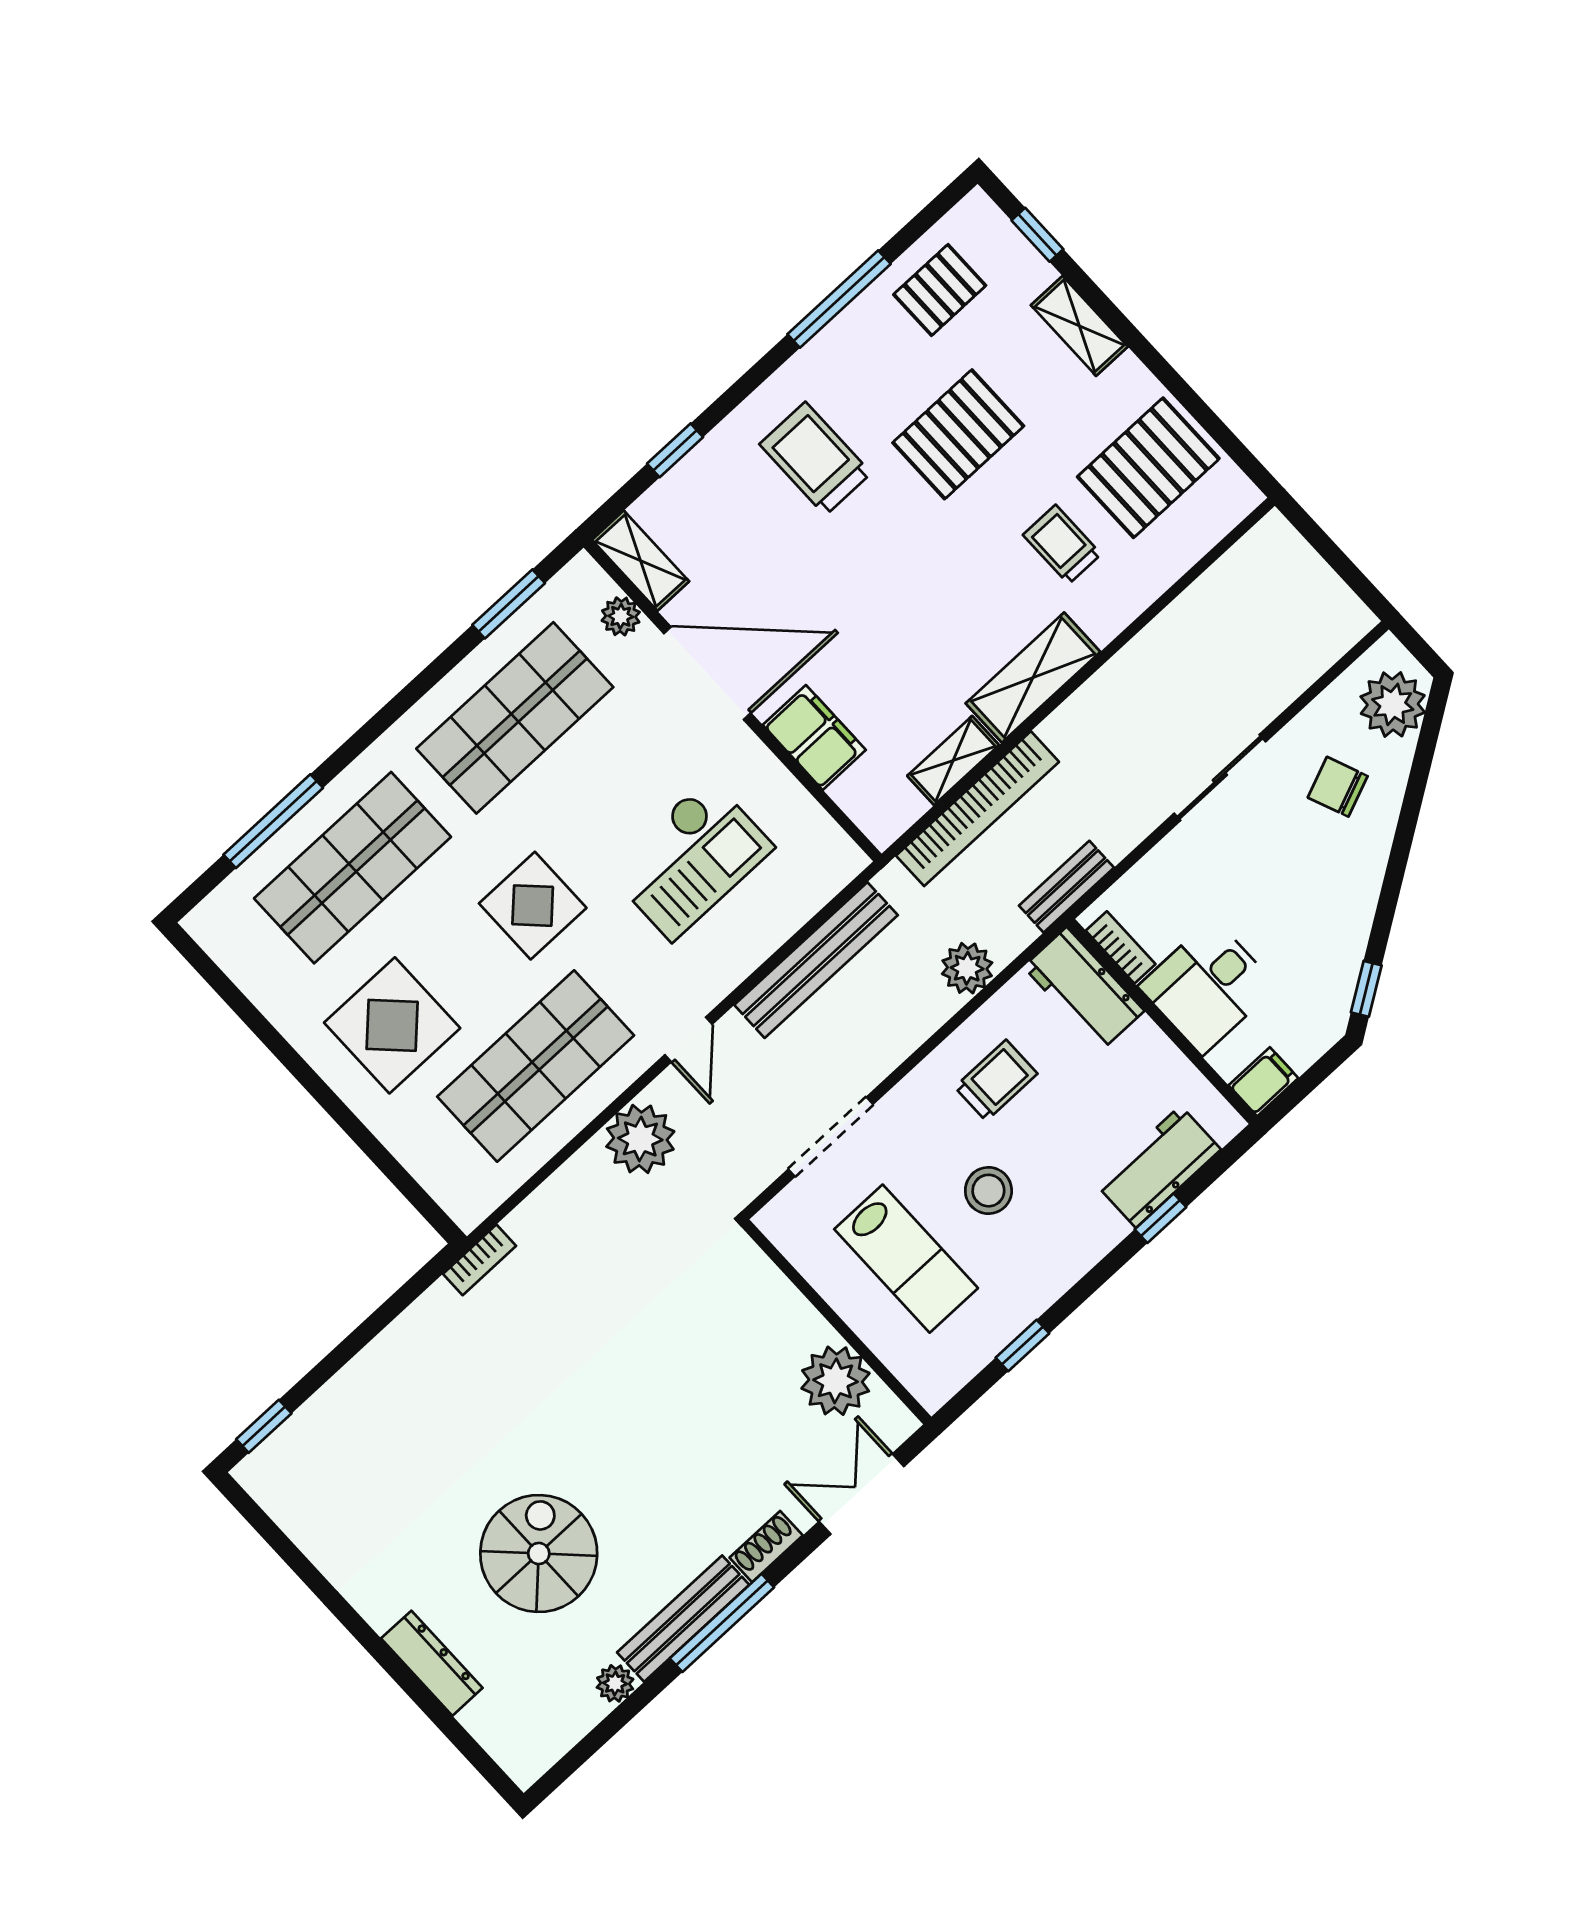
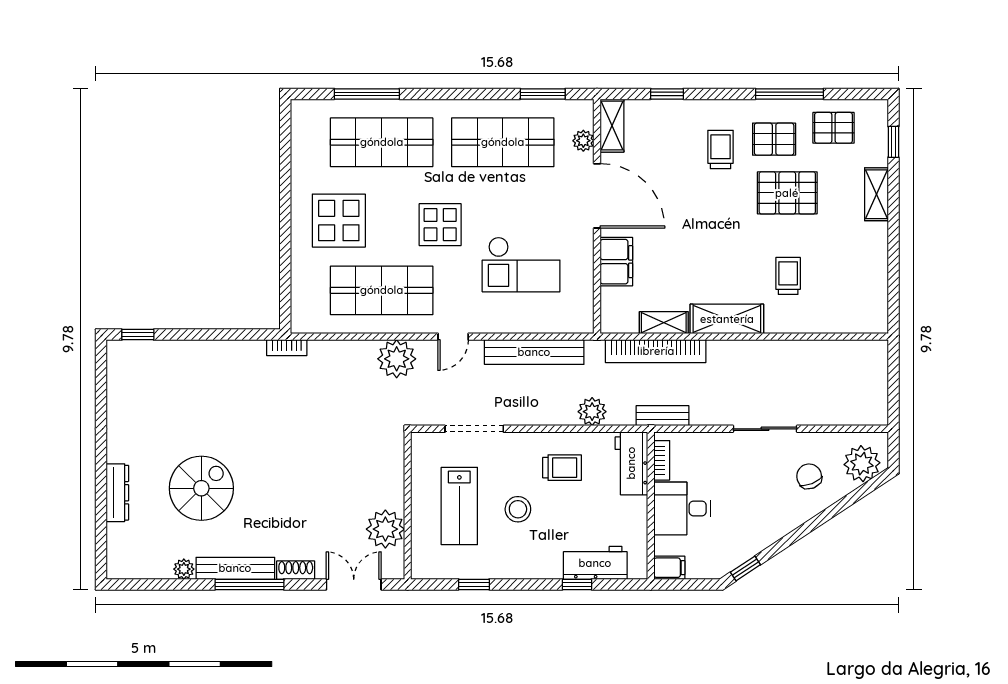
trolley: (815, 459) -> (721, 150), width x0.73, depth x0.72
pallet: (1148, 468) -> (774, 139), moved, width x0.67, depth x0.71

